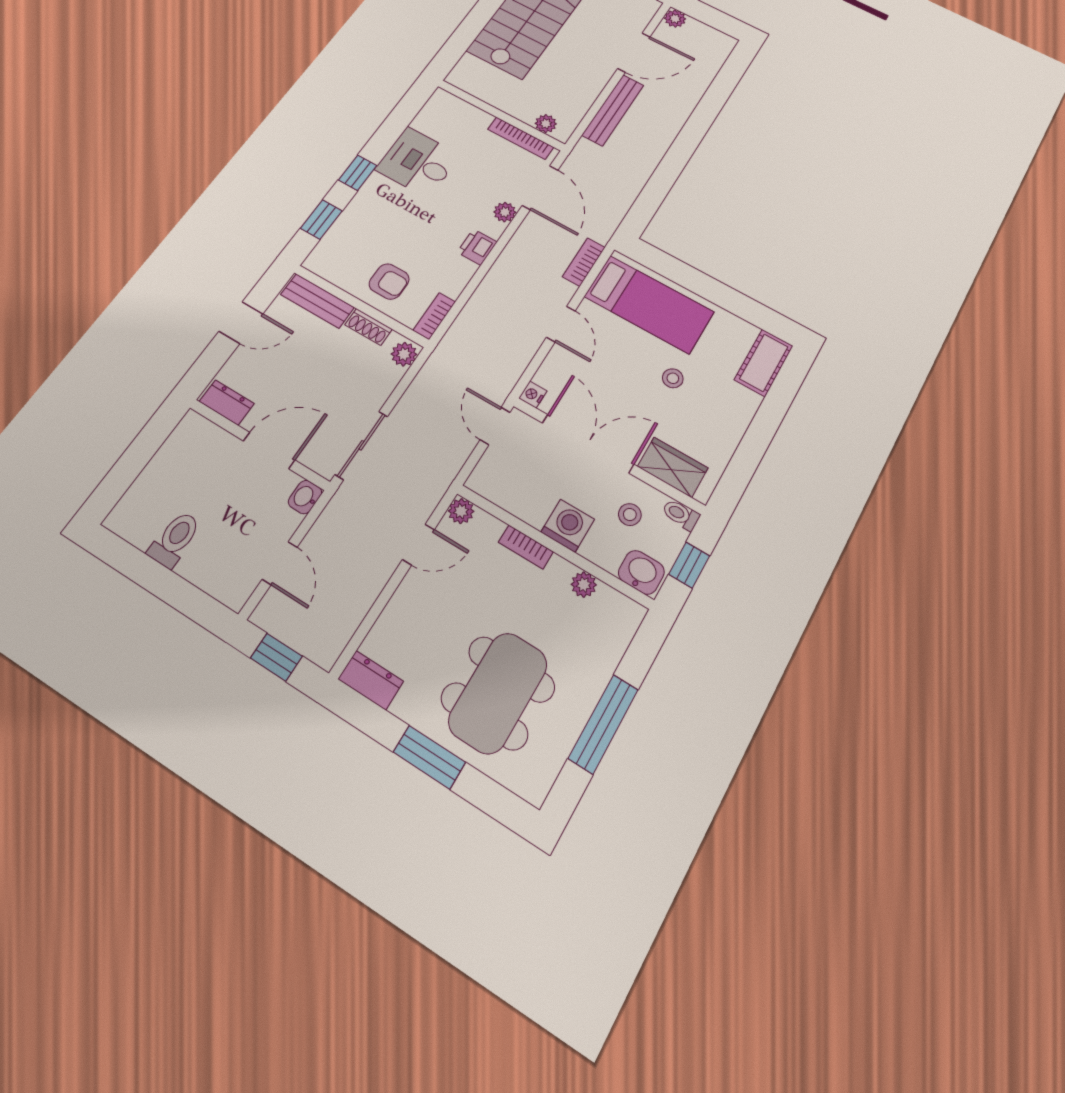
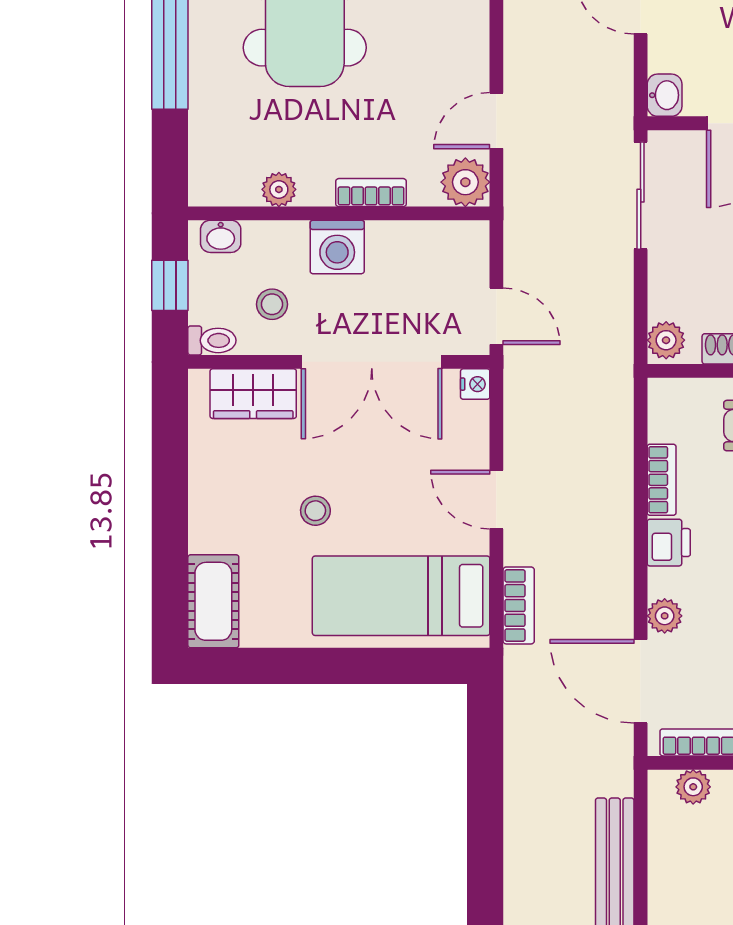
bookcase: (434, 316) -> (662, 480), moved
plant: (461, 511) -> (465, 182), width x1.38, depth x1.38
washbasin: (641, 572) -> (221, 236), width x0.72, depth x0.69

